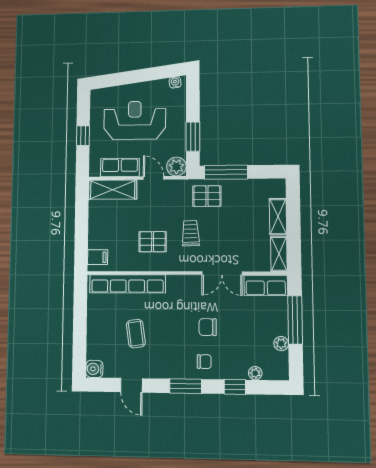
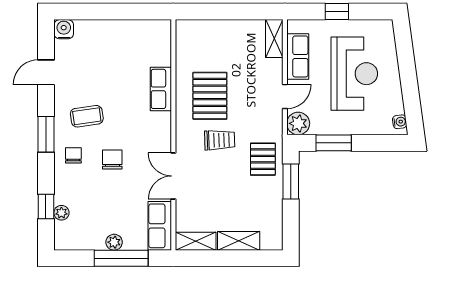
window: (226, 172) -> (291, 181), width x0.69
shelving: (113, 190) -> (274, 39), width x0.67, depth x0.75
pallet: (153, 242) -> (210, 96), width x1.50, depth x1.42
filing cabinet: (98, 257) -> (192, 31), removed
row of seats: (127, 284) -> (161, 89), width x0.50
coffee table: (136, 334) -> (87, 116), moved
plant: (281, 344) -> (114, 242), moved
chair: (204, 362) -> (73, 155), turned 180
window: (235, 387) -> (46, 206), moved

